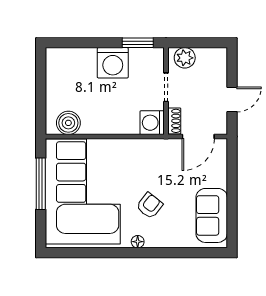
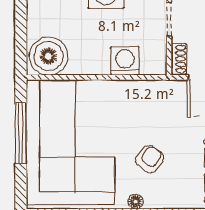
boiler: (68, 123) -> (49, 56), width x1.37, depth x1.37
washing machine: (152, 123) -> (125, 61), moved, turned 90

